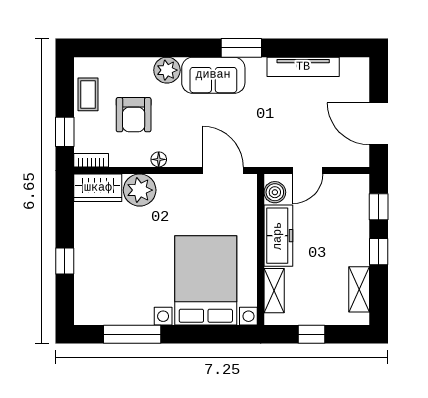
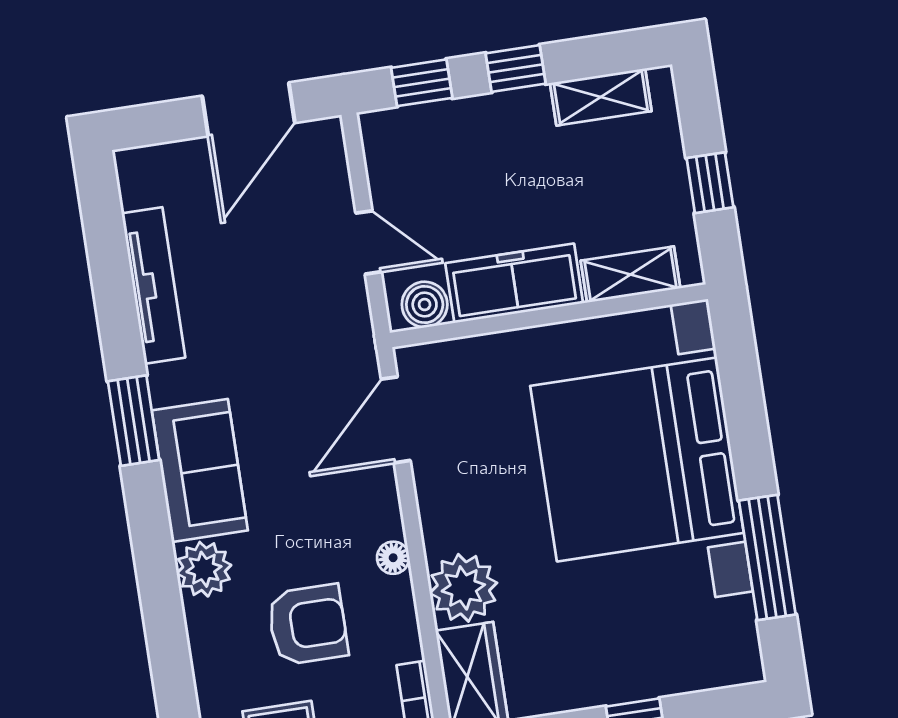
bed with nightstands: (206, 280) -> (637, 459), width x1.36

